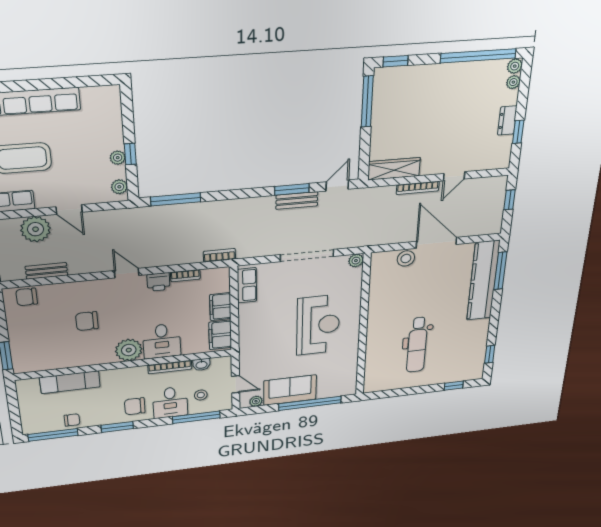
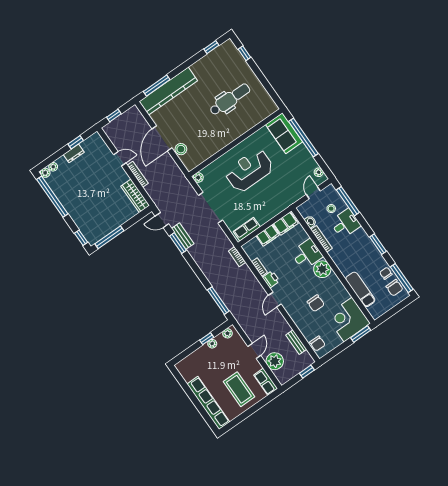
corner desk: (37, 350) -> (348, 319), added
sofa: (290, 390) -> (284, 133), moved
chair: (135, 406) -> (394, 288), moved

